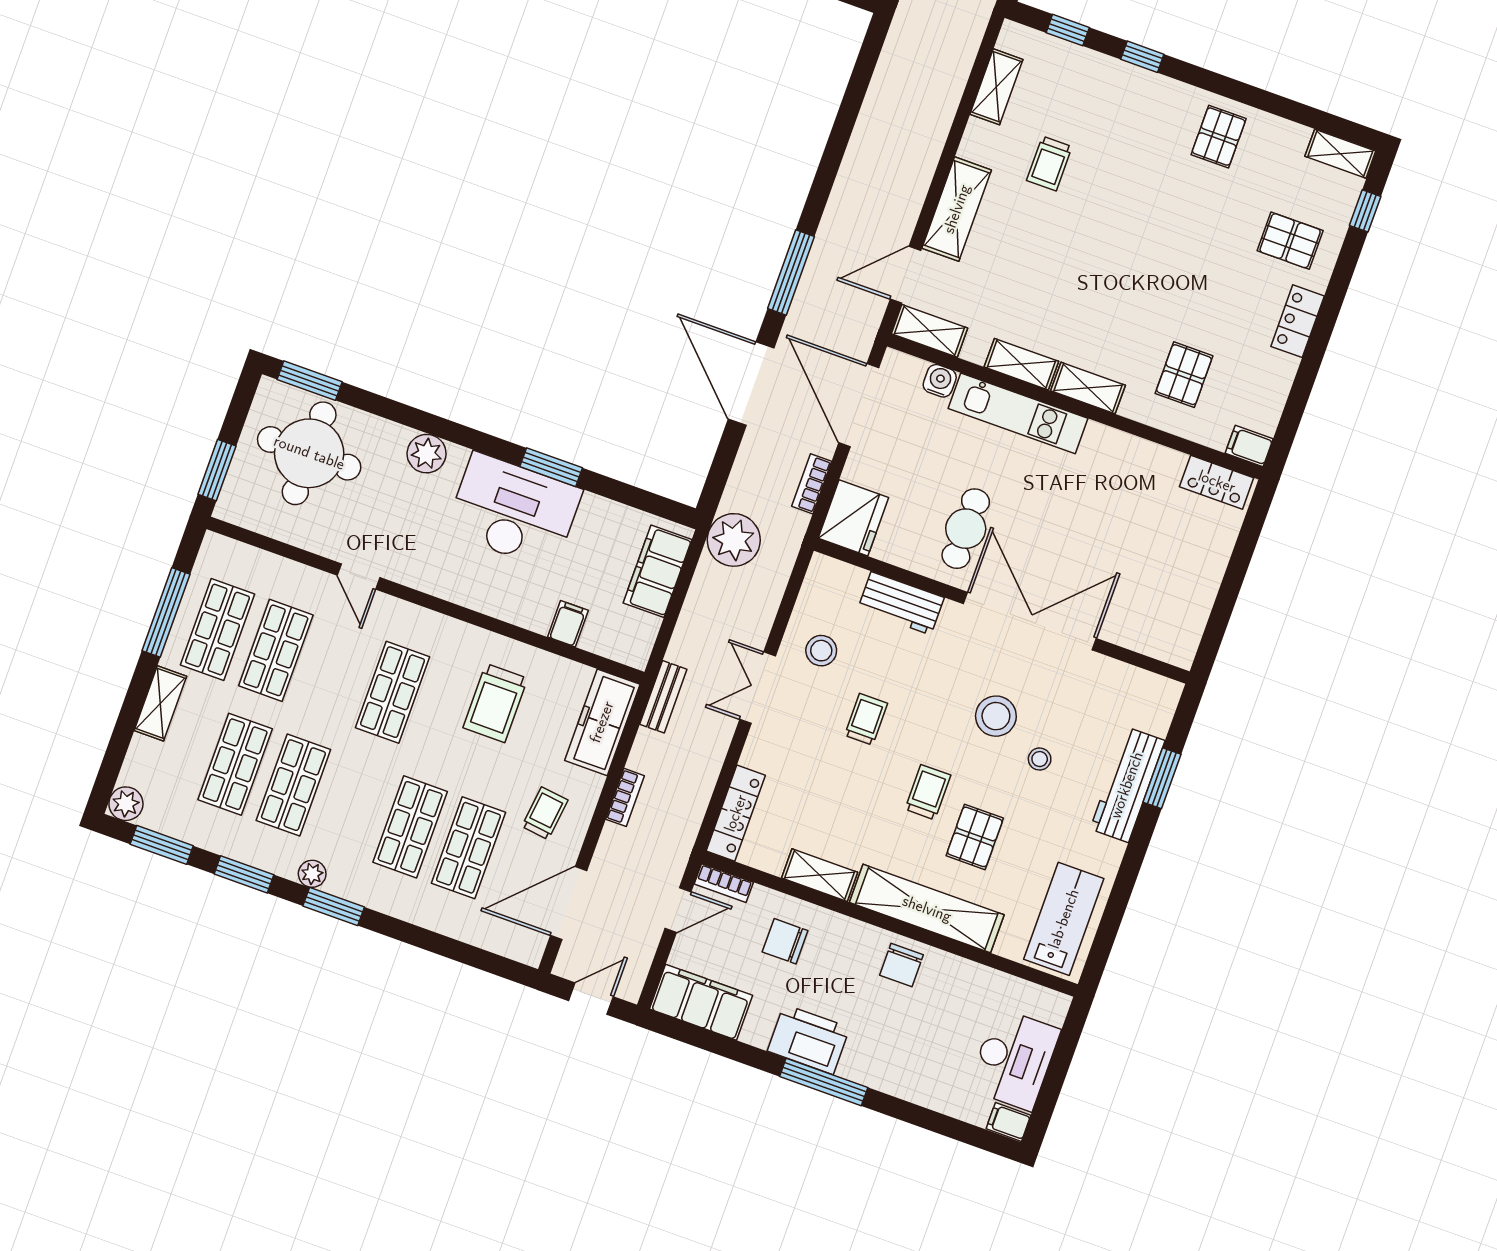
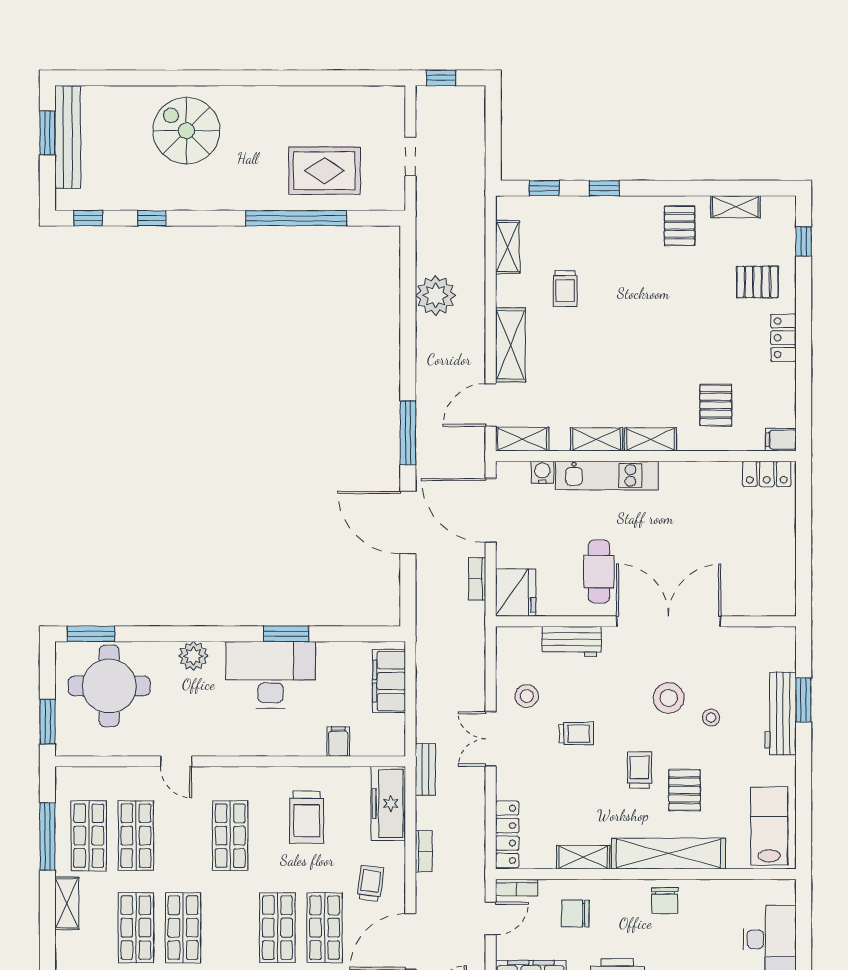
shelving: (1340, 154) -> (735, 207), moved
plant: (734, 540) -> (436, 295), moved
trolley: (866, 719) -> (576, 734), turned 90

